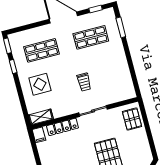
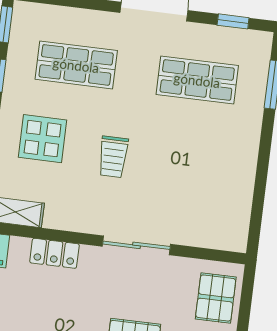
trolley: (84, 82) -> (113, 157), moved
locker: (62, 127) -> (54, 253), width x0.66

